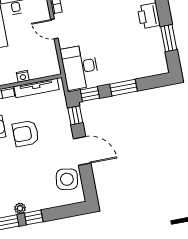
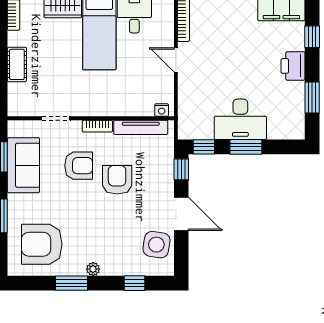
desk: (80, 67) -> (240, 119), moved, turned -90
nightstand: (23, 76) -> (162, 110), moved
armchair: (26, 133) -> (117, 180), turned 90
window: (34, 217) -> (134, 283), moved

